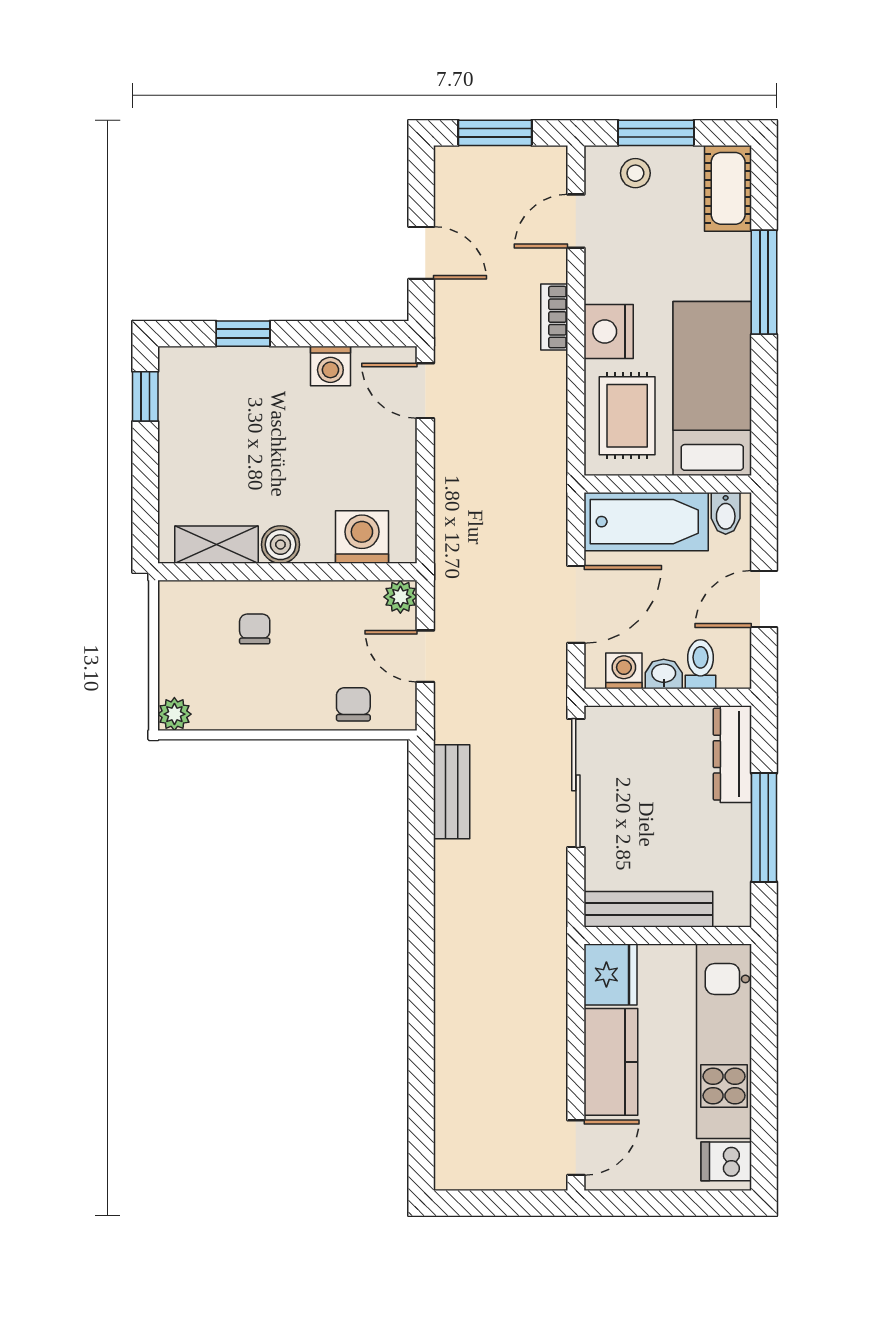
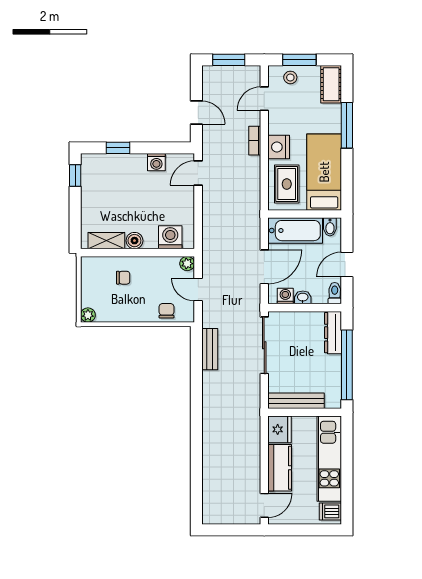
door: (425, 391) -> (198, 173), hinge flipped
chair: (255, 629) -> (123, 278), turned 90
toilet: (701, 664) -> (335, 293), moved
window: (764, 827) -> (347, 365), width x1.46

